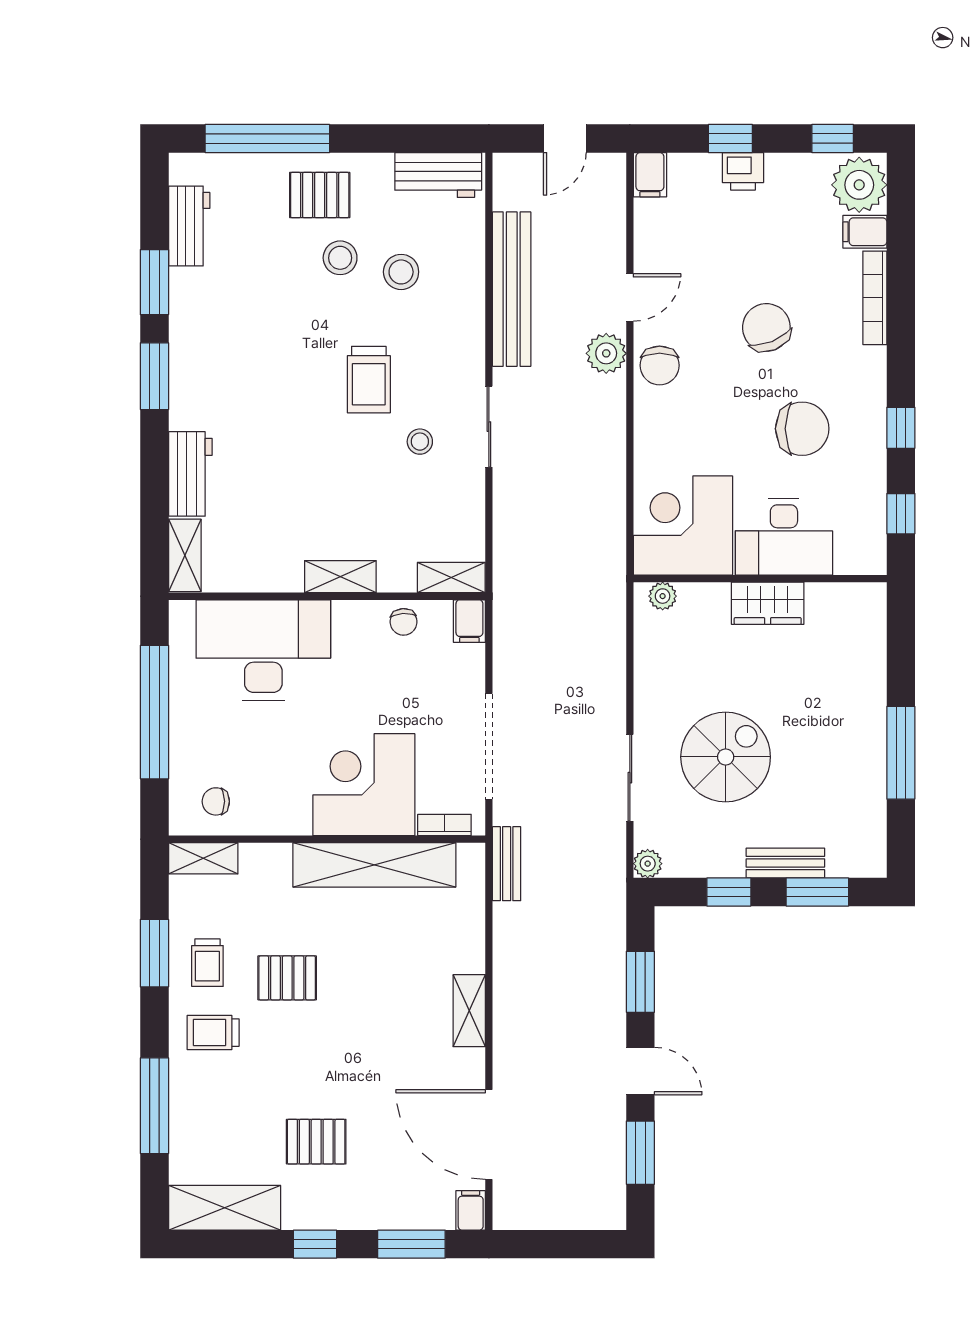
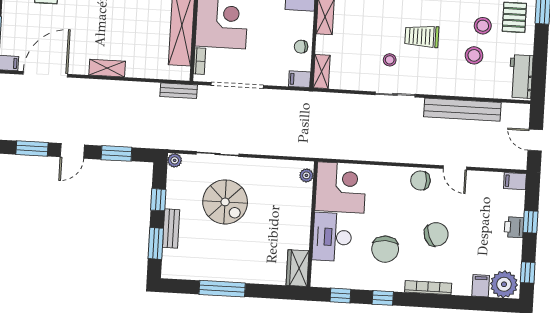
bookcase: (875, 298) -> (428, 288), moved
plant: (606, 353) -> (428, 154), removed
wardrobe: (768, 603) -> (298, 268), moved

